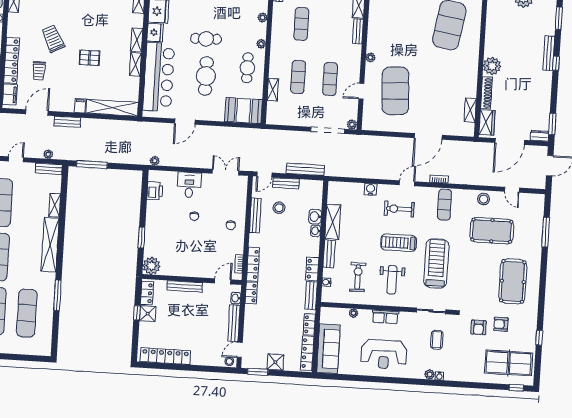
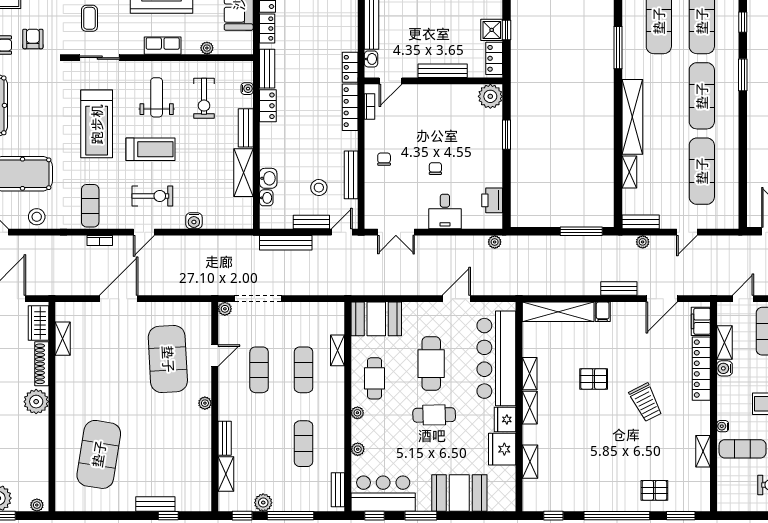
trolley: (39, 71) -> (662, 357), removed
washbasin: (316, 231) -> (266, 198), moved

